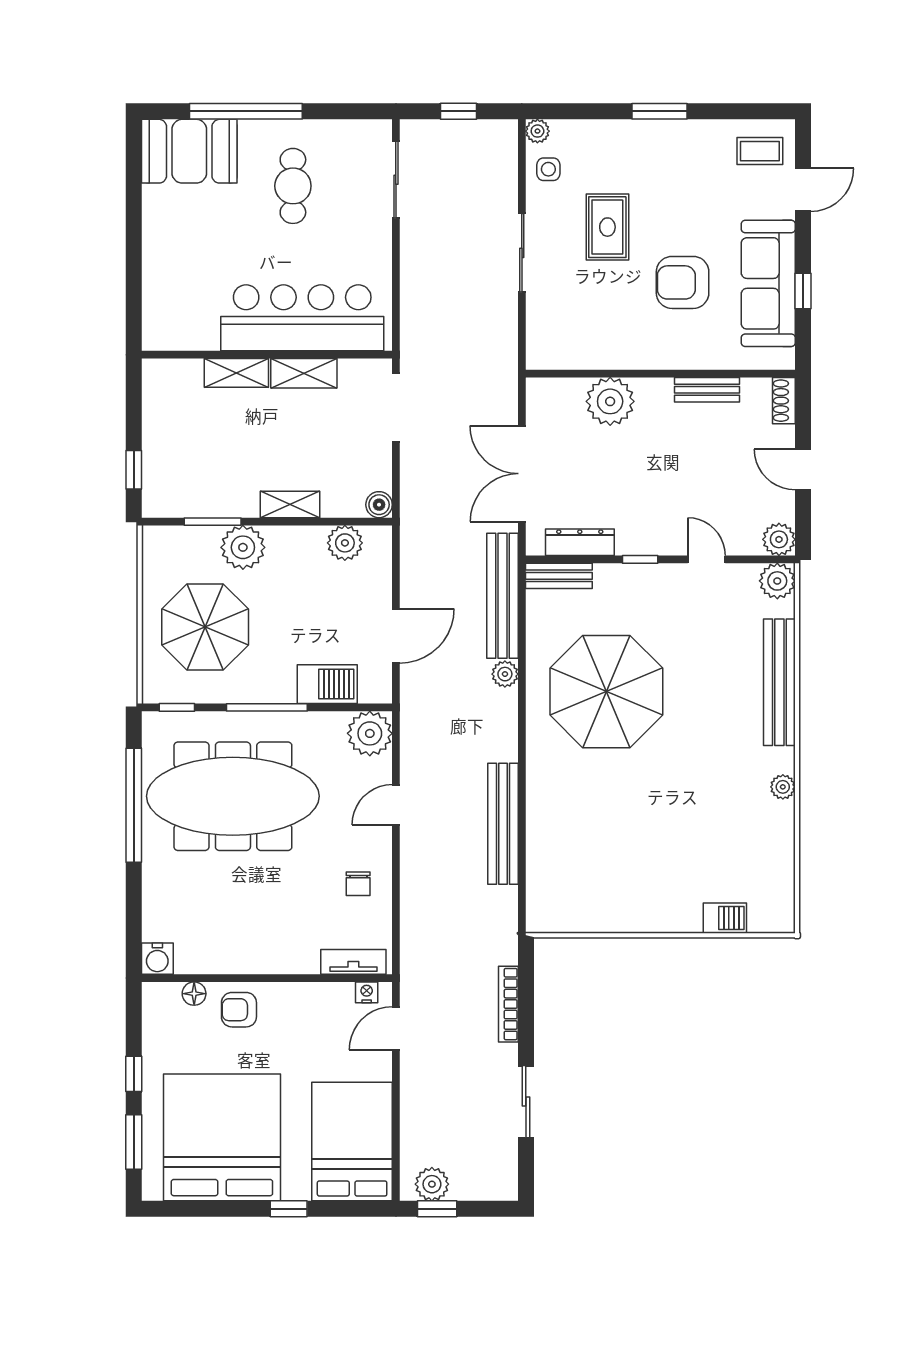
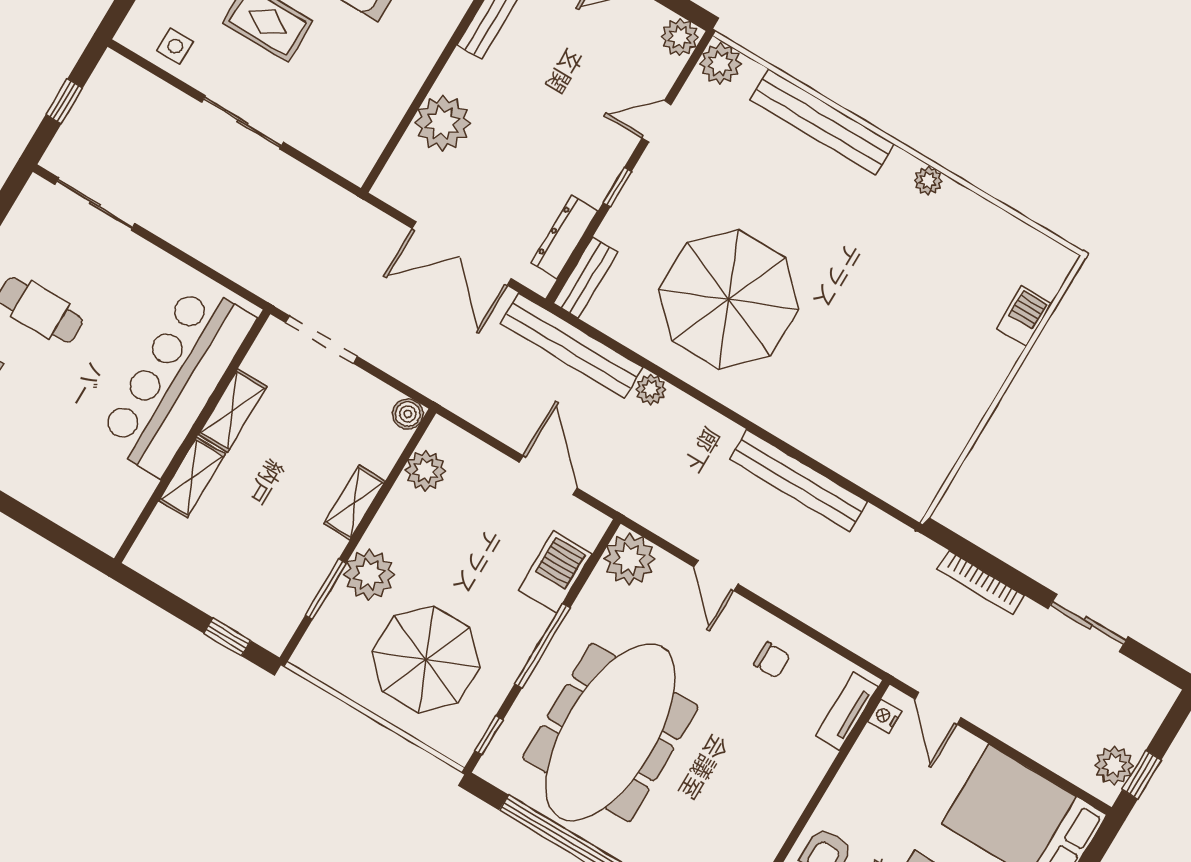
plant: (537, 131) -> (131, 34), removed

